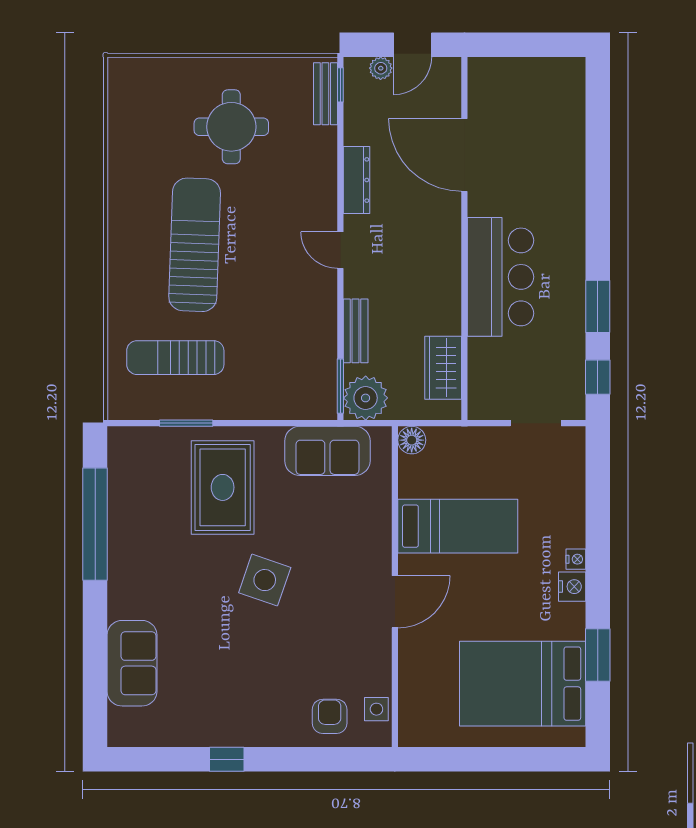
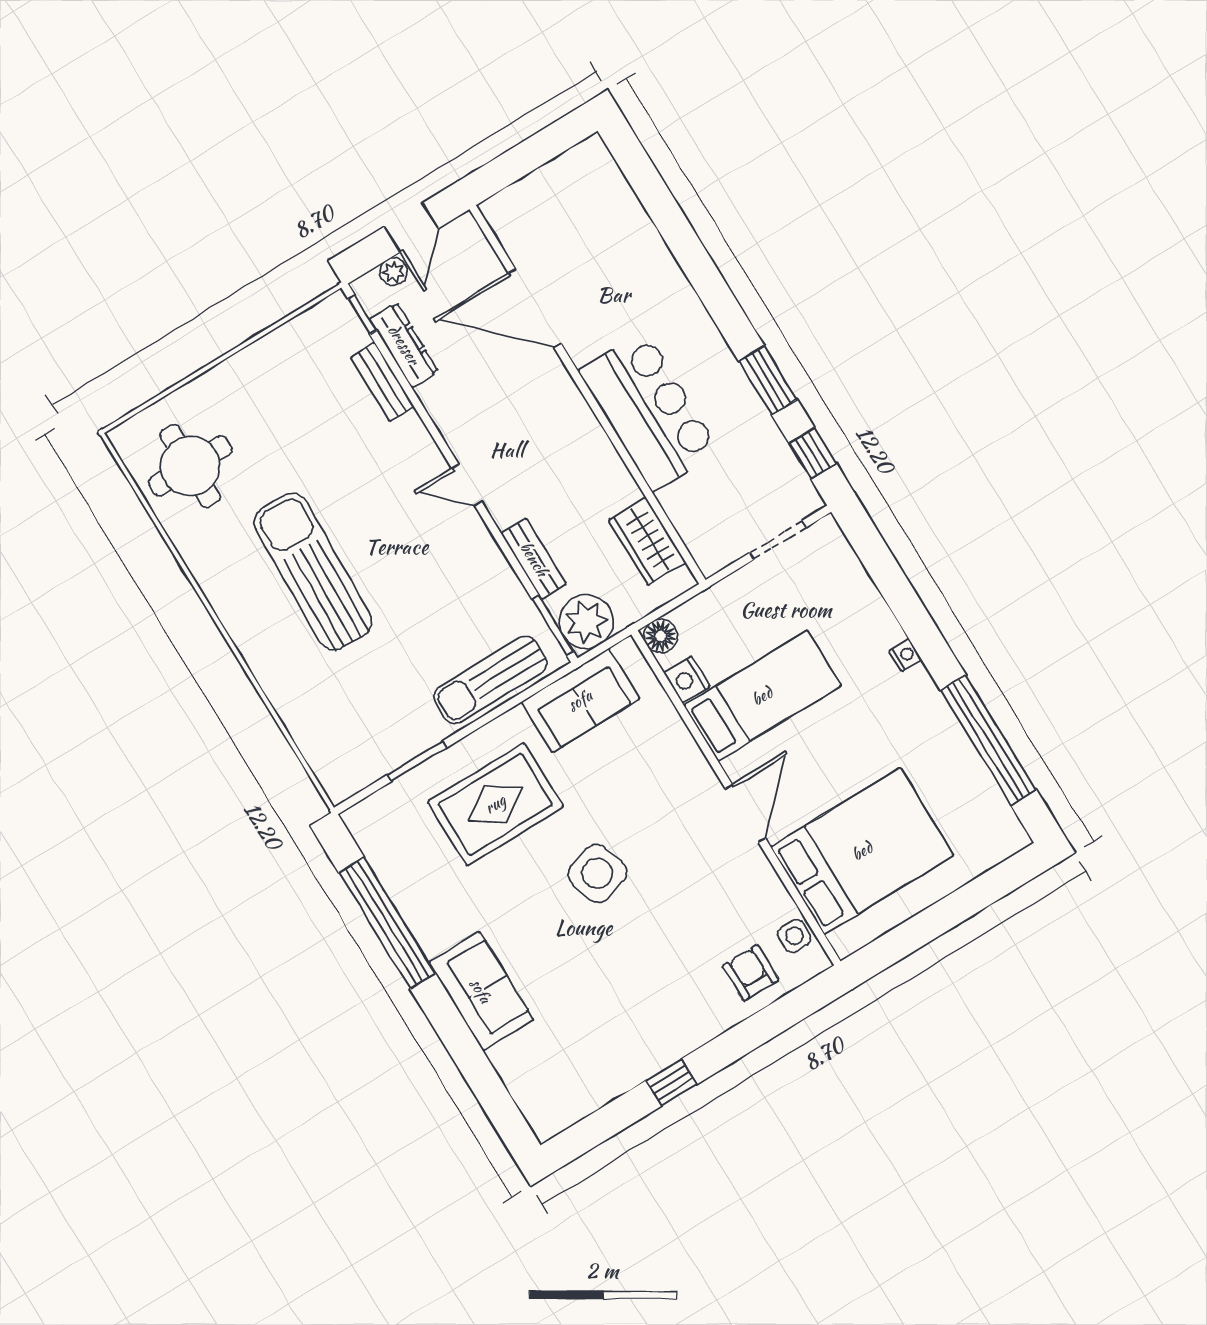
bench: (325, 94) -> (382, 382), moved
round table: (231, 127) -> (190, 466), moved
dresser: (357, 180) -> (404, 345), moved
sun lounger: (175, 358) -> (490, 680), moved
rug: (223, 487) -> (495, 804), turned 90
side table: (265, 580) -> (597, 873), turned -36
nightstand: (572, 587) -> (687, 679), moved, turned 180
window: (598, 655) -> (988, 740), width x2.11
sofa: (132, 663) -> (481, 991), moved
bed: (523, 684) -> (862, 851), moved, turned 180

